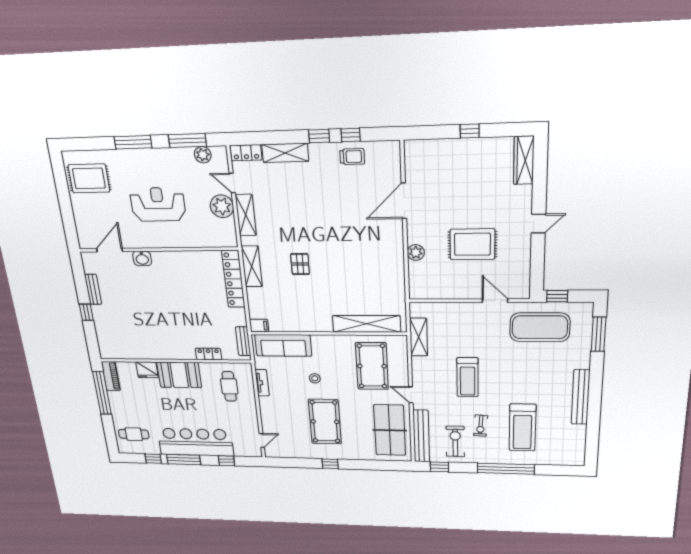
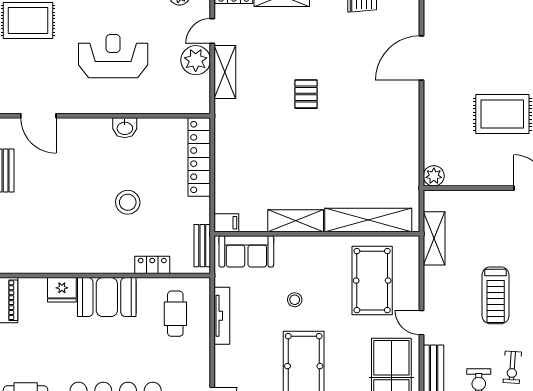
door: (232, 183) -> (212, 31), hinge flipped
door: (110, 250) -> (38, 116), swing flipped
plant: (416, 253) -> (434, 176), moved
washbasin: (142, 258) -> (125, 128), moved
pallet: (300, 264) -> (306, 94), moved
shelving: (252, 266) -> (296, 221), moved, turned 90
stool: (185, 311) -> (128, 202), added
sofa: (283, 345) -> (246, 251), width x0.73
tv unit: (262, 383) -> (222, 316), width x1.41

